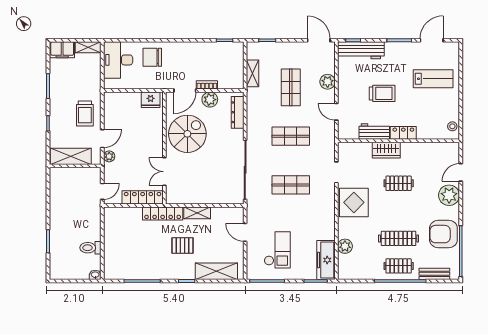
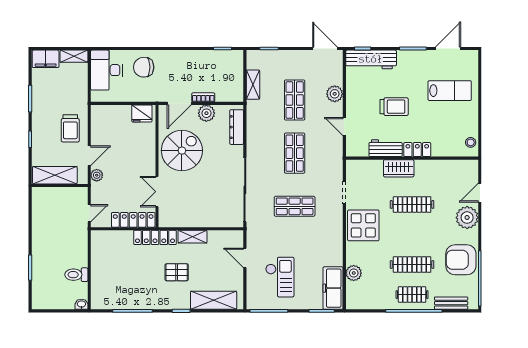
shop shelf: (291, 136) -> (295, 153), turned 90
clothes rail: (399, 183) -> (412, 204), width x1.36

